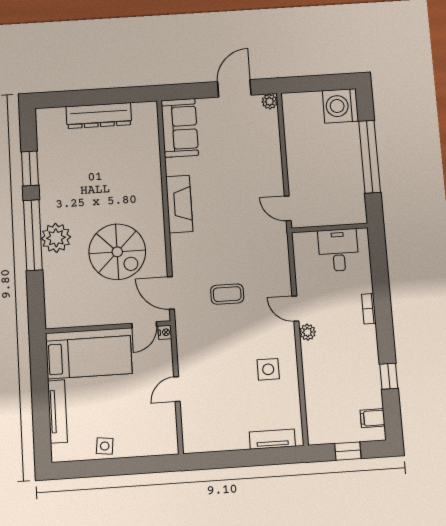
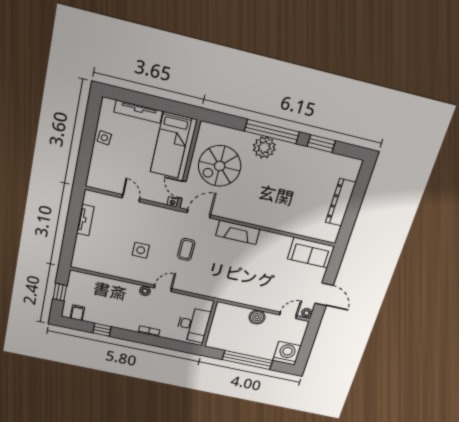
boiler: (298, 166) -> (257, 317), added
fireplace: (179, 204) -> (238, 232), moved
door: (288, 208) -> (288, 315), moved
desk: (338, 250) -> (193, 325), width x1.37
spiral stairs: (117, 252) -> (220, 166), moved
side table: (268, 369) -> (141, 250), moved
tv unit: (272, 439) -> (85, 220), moved

